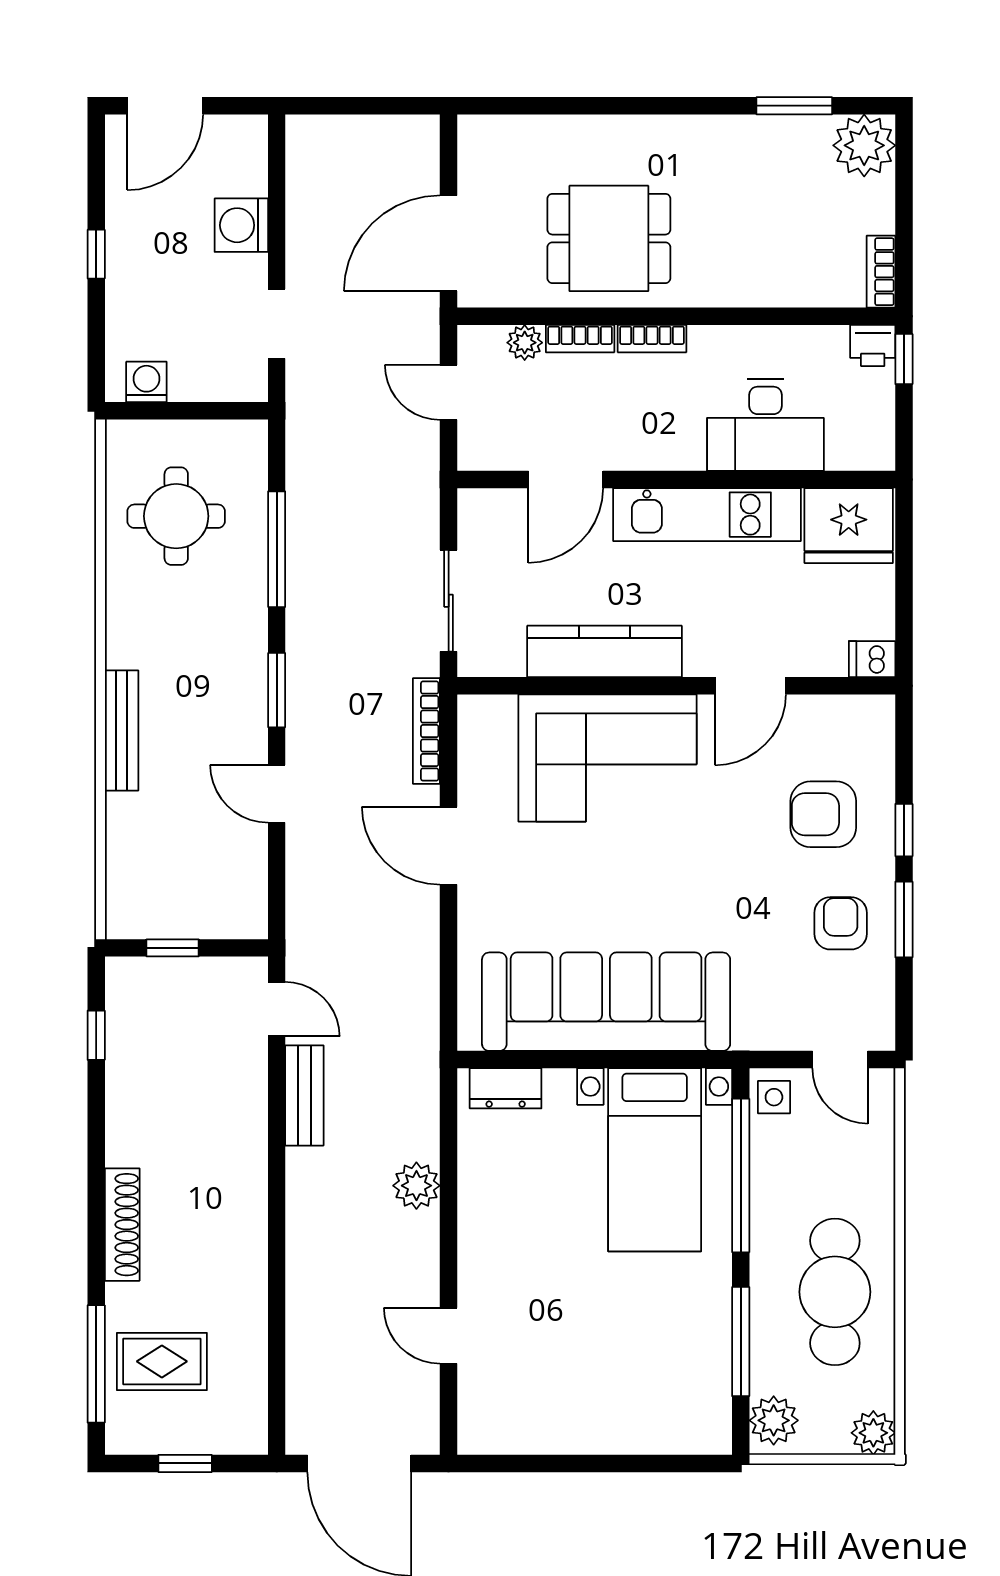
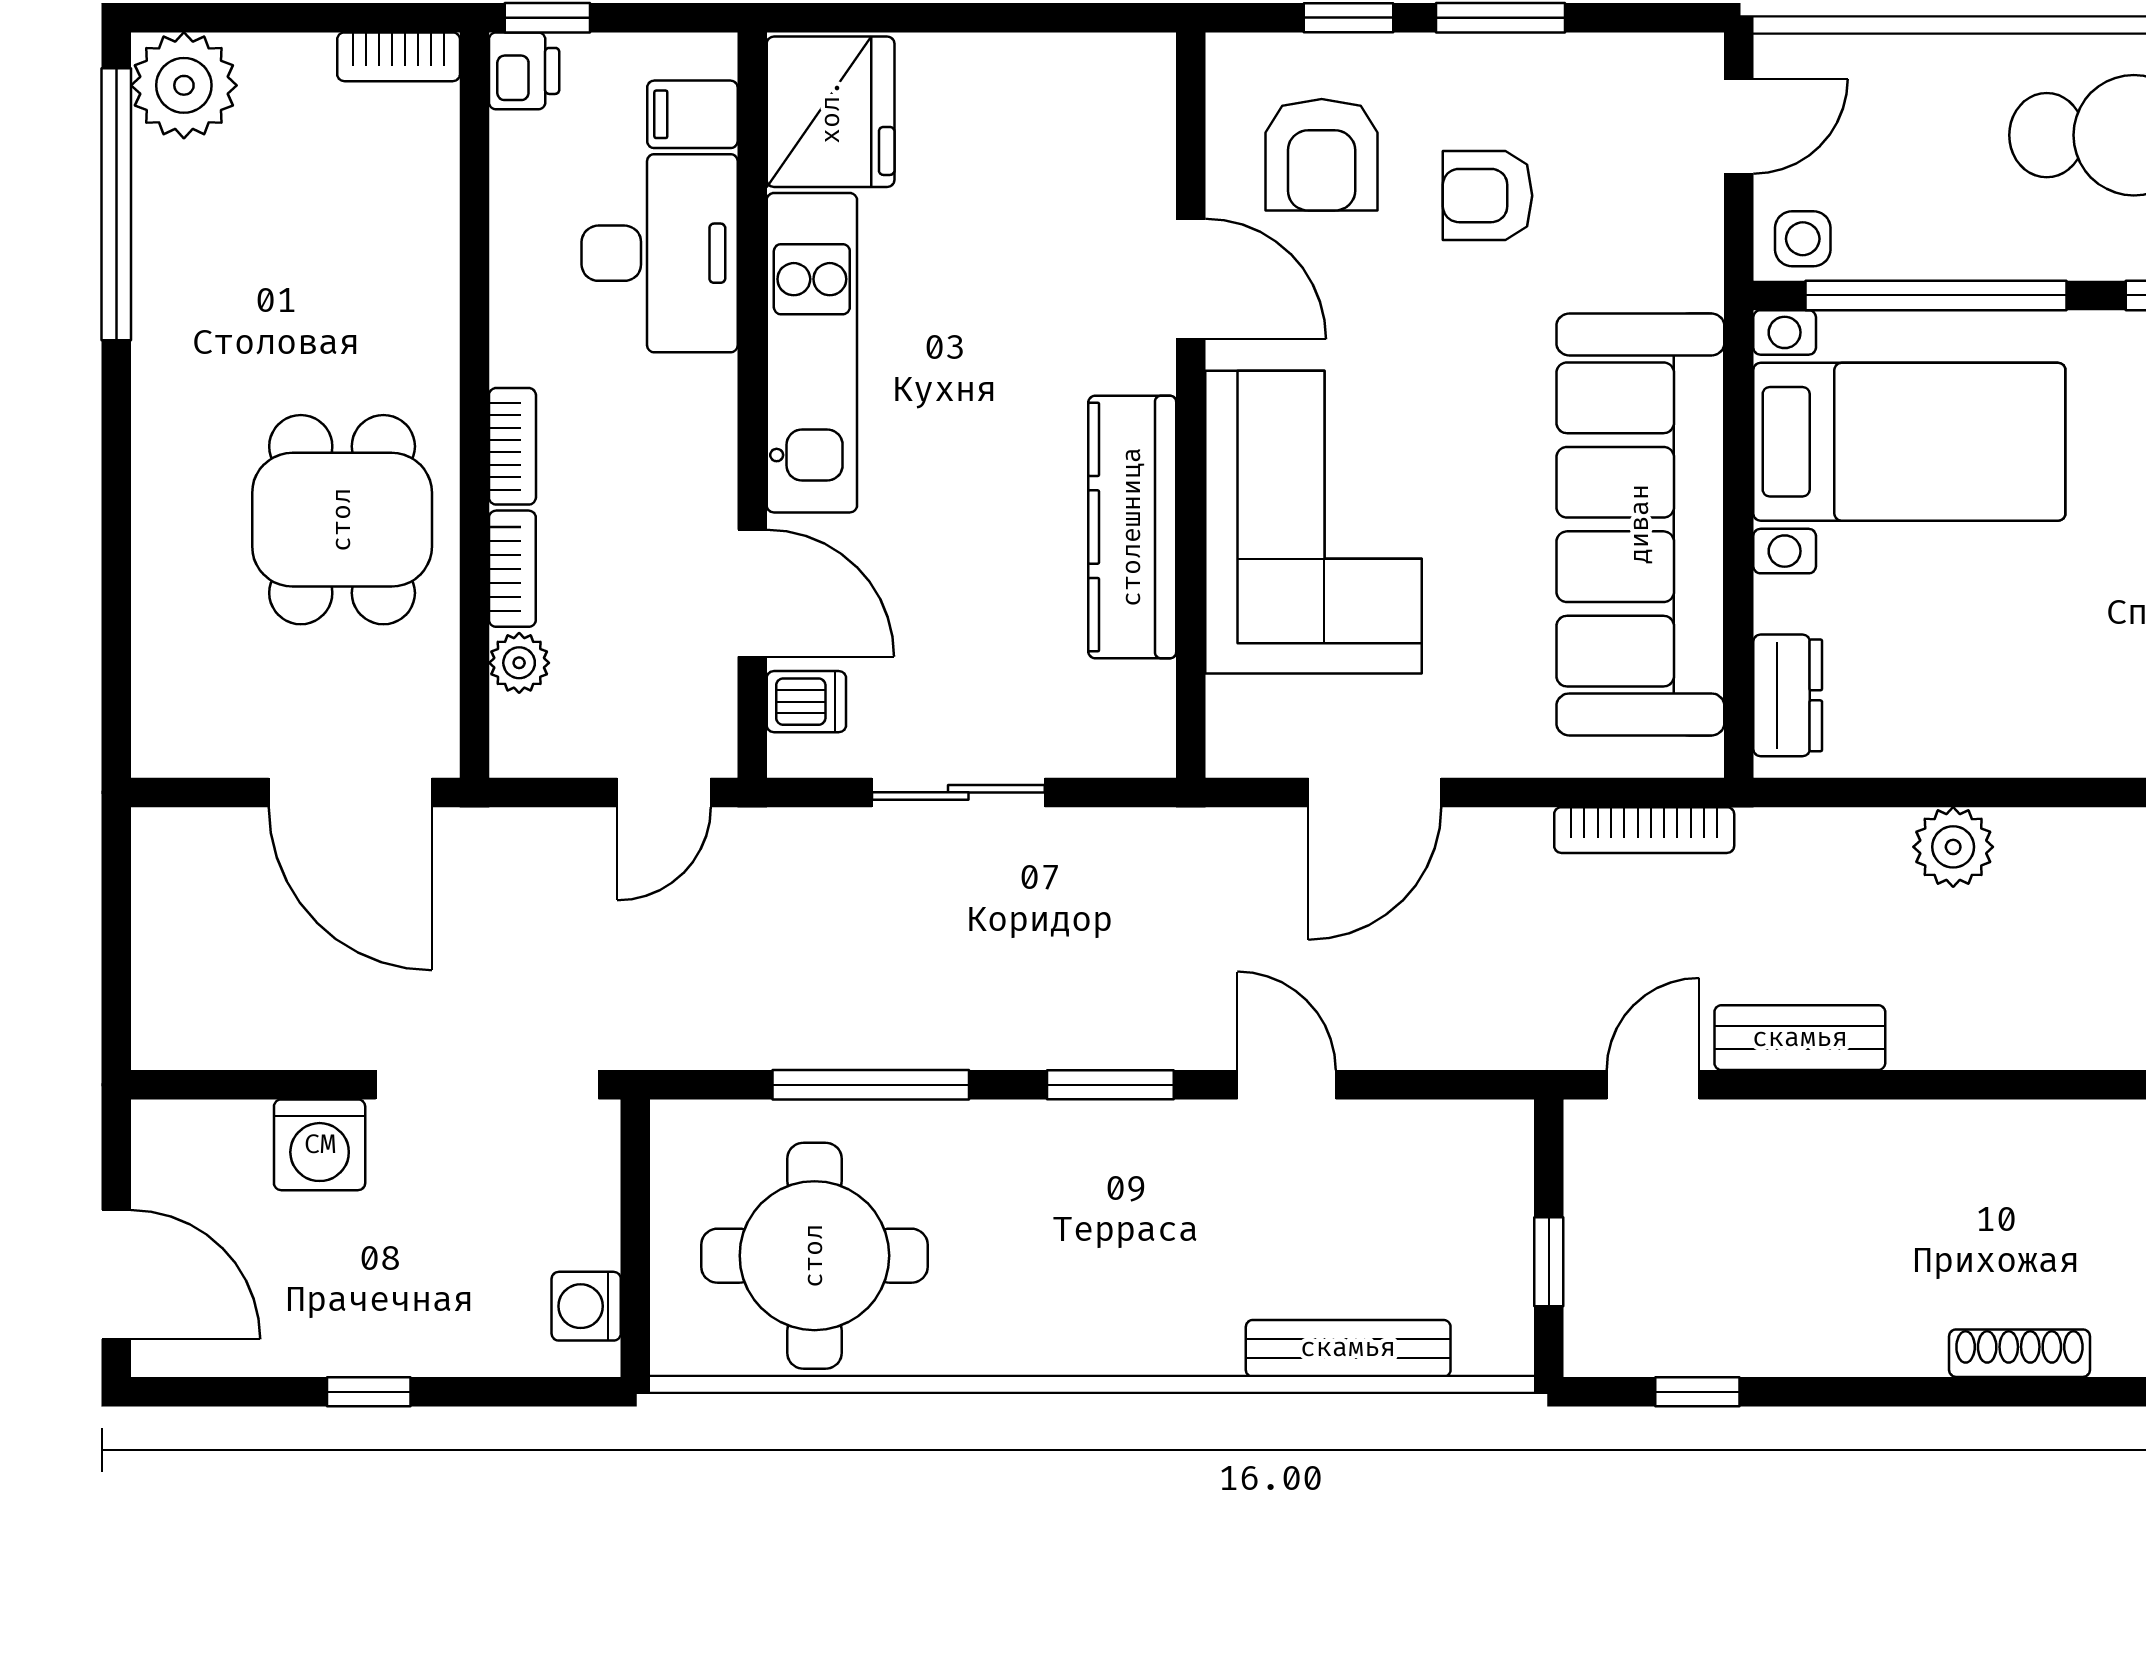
window: (794, 106) -> (116, 204), width x2.11
doorway: (277, 324) -> (487, 1085), width x1.87
door: (449, 392) -> (664, 792), moved
filing cabinet: (847, 444) -> (692, 114), added
round table: (176, 516) -> (814, 1256), width x1.36, depth x1.36
kitchen counter: (605, 651) -> (1132, 527), moved
dishwasher: (872, 659) -> (806, 702), moved, turned -90
wall: (676, 686) -> (1191, 405), moved
door: (750, 686) -> (1191, 279), moved
bench: (122, 731) -> (1348, 1348), moved
bookcase: (426, 731) -> (1644, 830), moved
corner sofa: (607, 758) -> (1313, 522), moved
door: (277, 794) -> (1287, 1085), swing flipped
armchair: (841, 923) -> (1488, 196), moved
shoe rack: (122, 1225) -> (2019, 1353), width x0.74, depth x0.81

